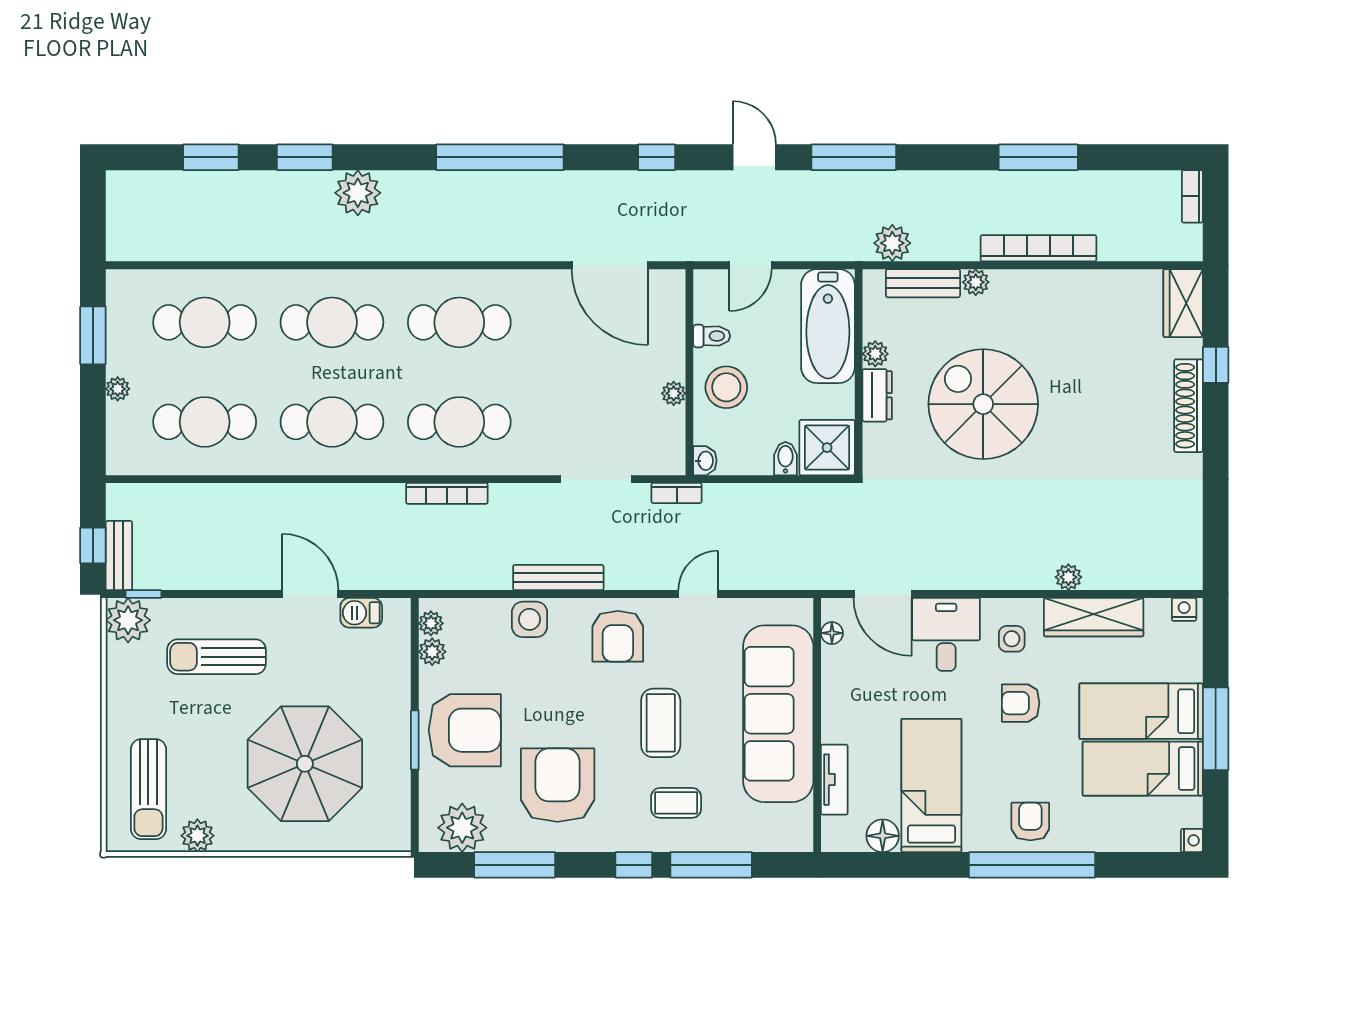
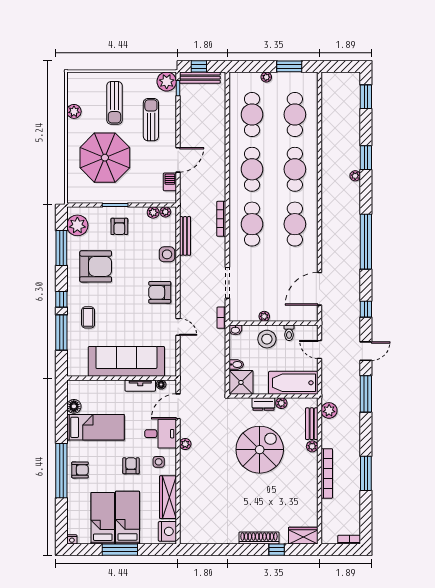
window: (211, 157) -> (366, 97), moved
plant: (358, 193) -> (355, 176), width x0.53, depth x0.53
bench: (119, 556) -> (200, 78), width x1.36
plant: (1068, 577) -> (185, 444), moved
bench: (558, 578) -> (185, 236), moved
nightstand: (1184, 609) -> (167, 531), width x1.89, depth x1.79
coffee table: (661, 723) -> (122, 311), removed
armchair: (465, 730) -> (119, 226), width x0.53, depth x0.53
tv unit: (834, 780) -> (140, 386), moved
sun lounger: (148, 789) -> (114, 103), moved, turned -90

